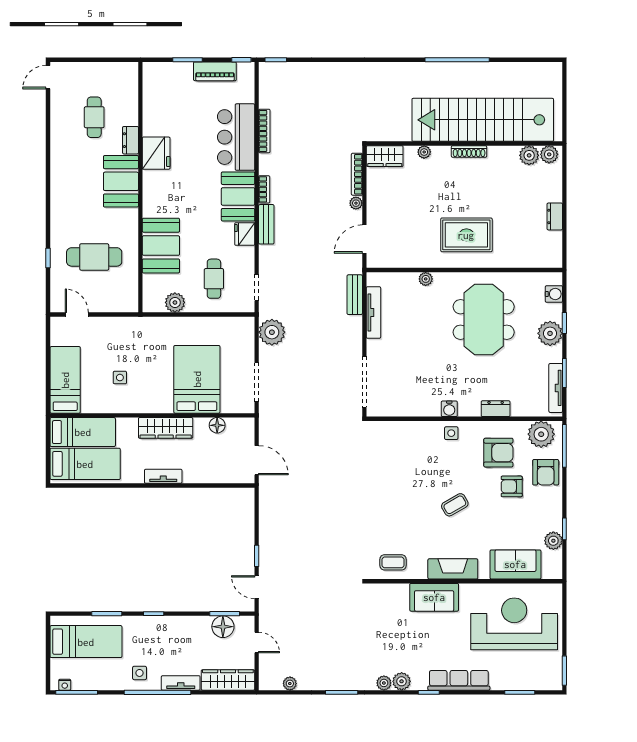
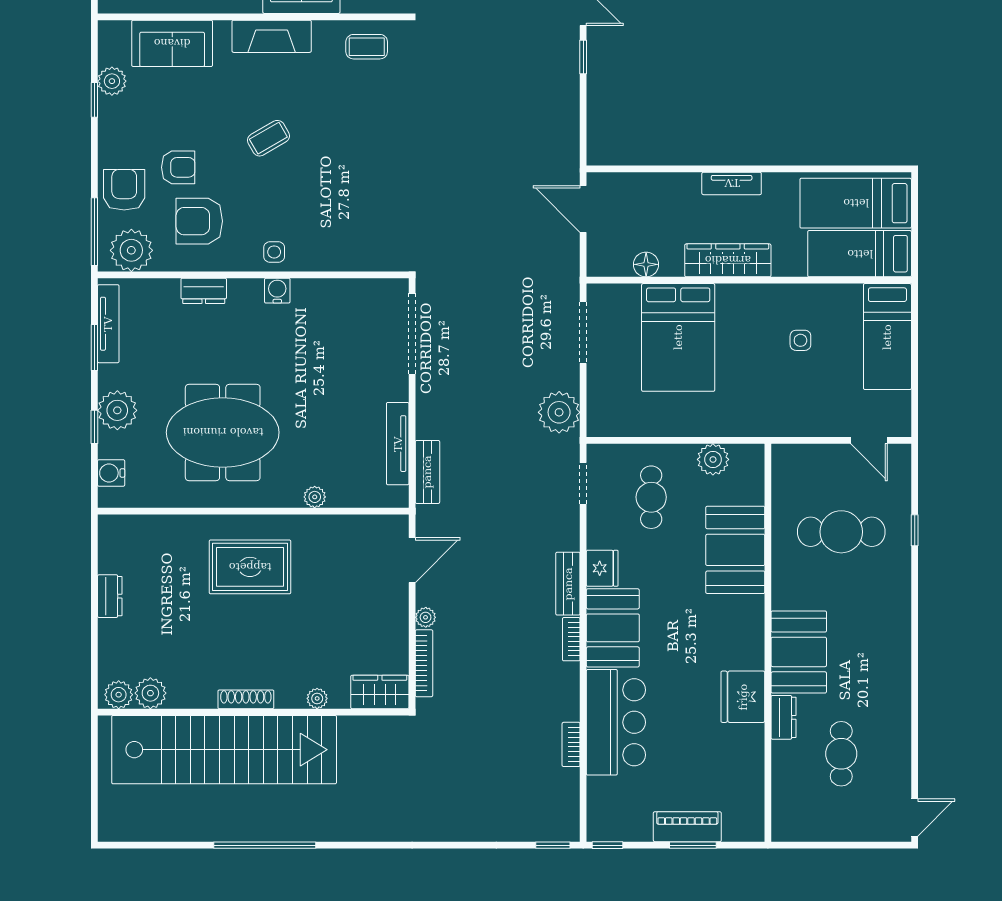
piano: (215, 71) -> (687, 827), moved
bookcase: (264, 131) -> (571, 744), width x0.64
meeting table: (484, 319) -> (223, 432), turned 90

